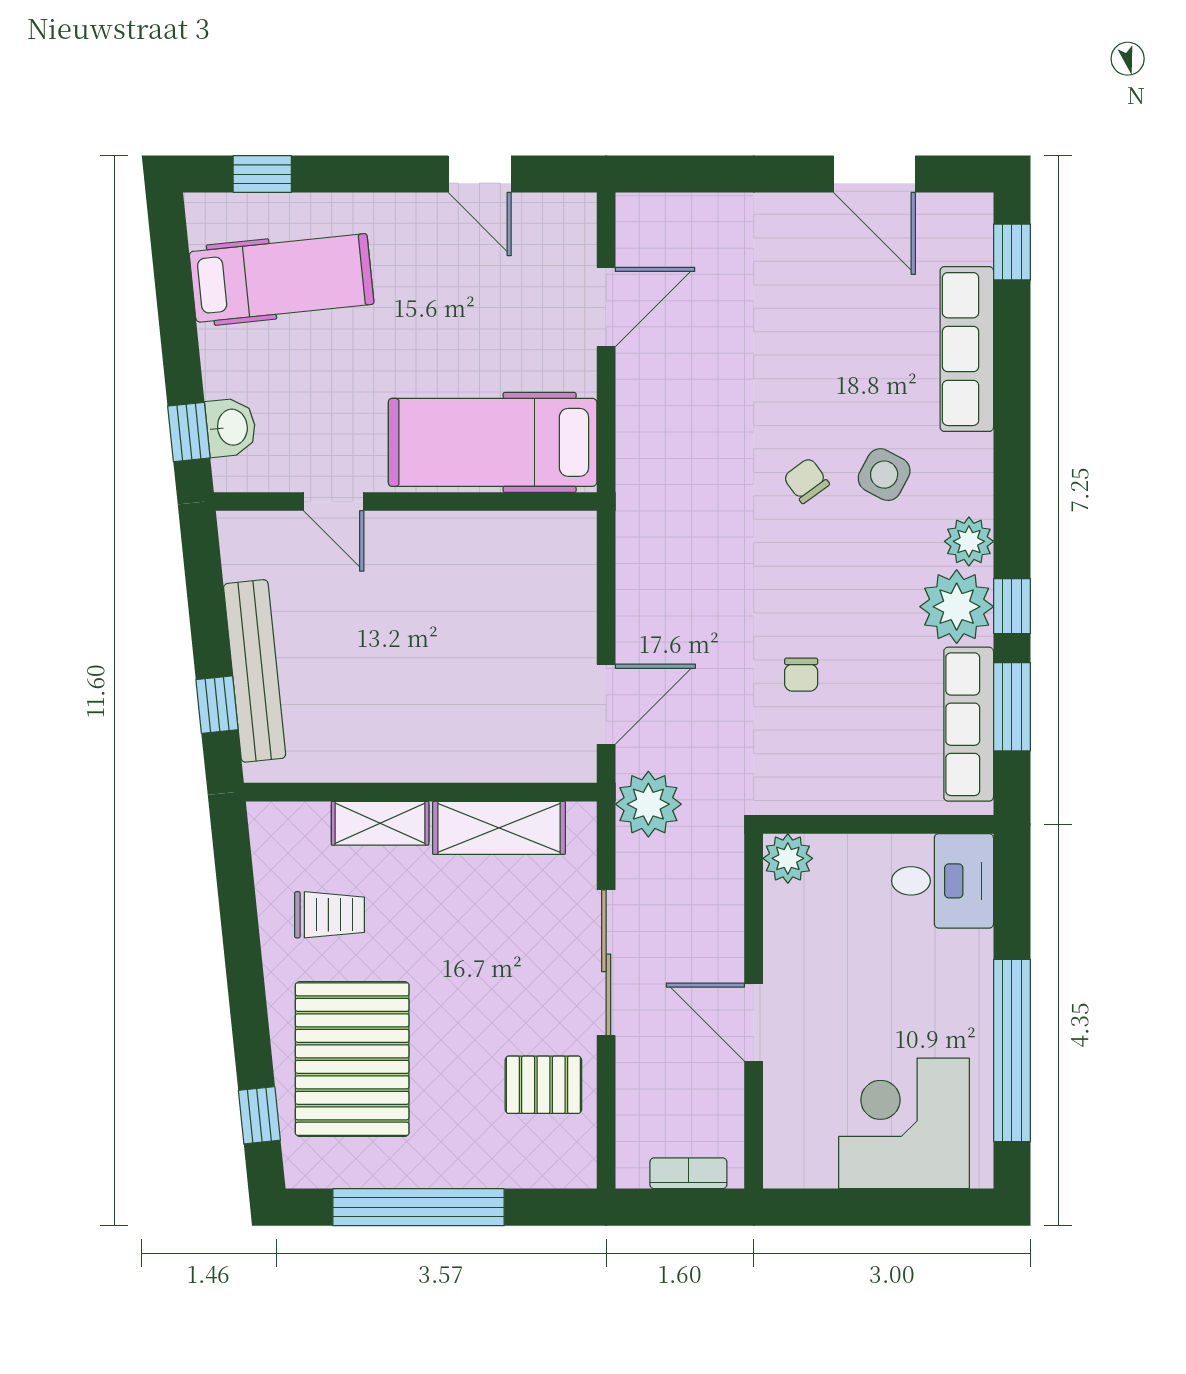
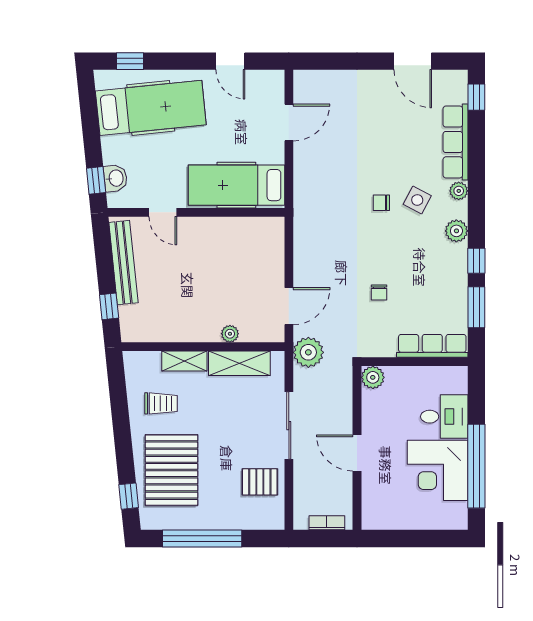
hospital bed: (282, 278) -> (151, 108), width x1.37, depth x1.29
chair: (806, 481) -> (381, 203), turned -54
plant: (957, 607) -> (459, 191), moved, width x0.53, depth x0.53
bench: (255, 671) -> (123, 263), moved
row of seats: (969, 724) -> (432, 346), moved, turned 90
plant: (479, 764) -> (230, 334), added
desk: (943, 881) -> (444, 417), moved
corner desk: (904, 1123) -> (438, 470), moved, turned -90

